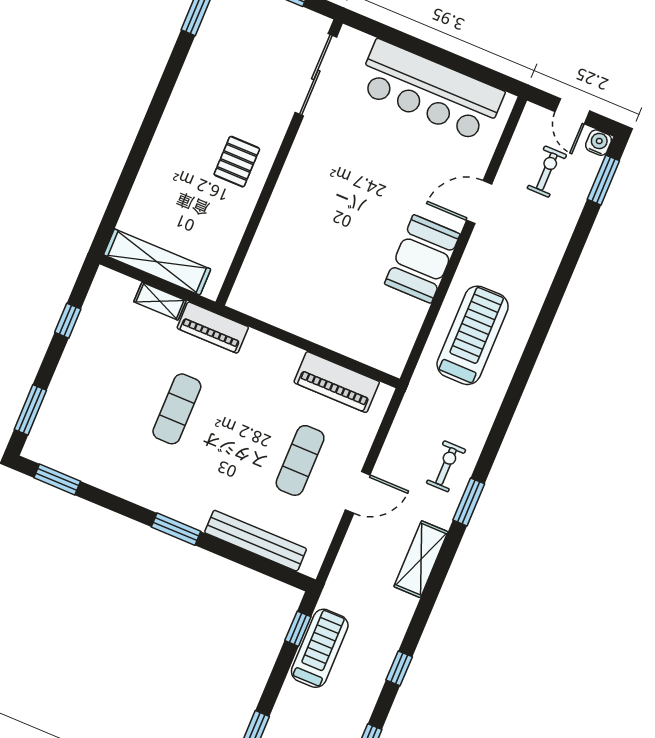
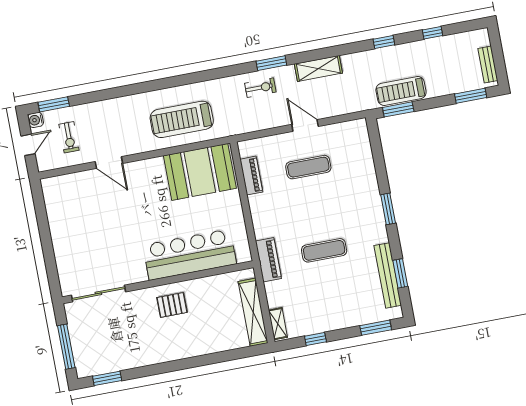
bar counter: (430, 91) -> (190, 255), moved, turned -90
exercise bike: (547, 172) -> (69, 137), turned -90
booth: (422, 259) -> (200, 172), moved, width x1.36, depth x1.42
shelving: (160, 301) -> (278, 324), moved
piano: (337, 382) -> (251, 176), width x0.73, depth x0.75
exercise bike: (446, 466) -> (260, 88), turned 180
window: (57, 479) -> (400, 273), moved
bench: (256, 541) -> (388, 275), moved
window: (298, 629) -> (398, 109), width x1.50

